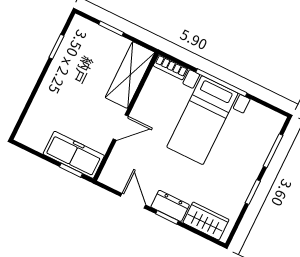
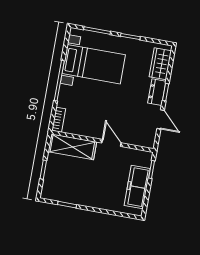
bed with nightstands: (202, 120) -> (94, 64), moved
freezer: (74, 155) -> (137, 187), moved
door: (133, 201) -> (161, 119), swing flipped

